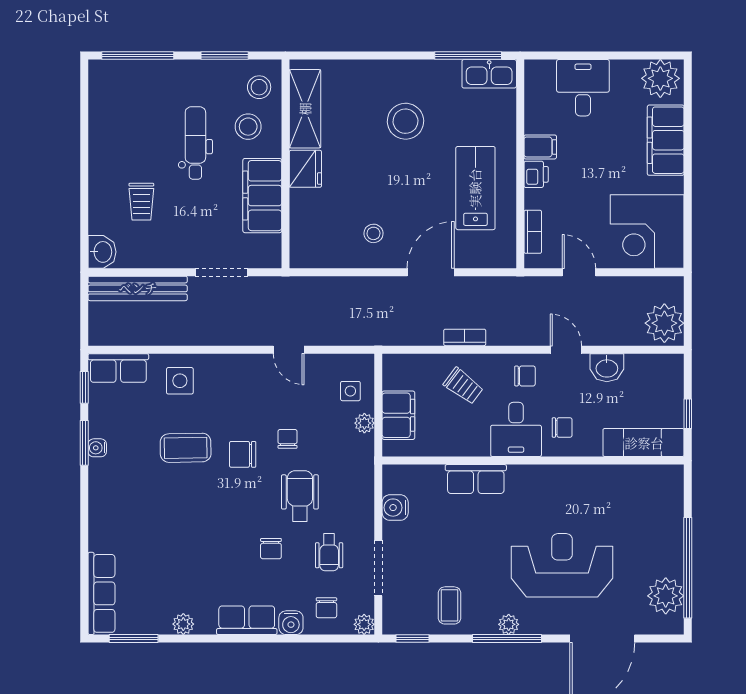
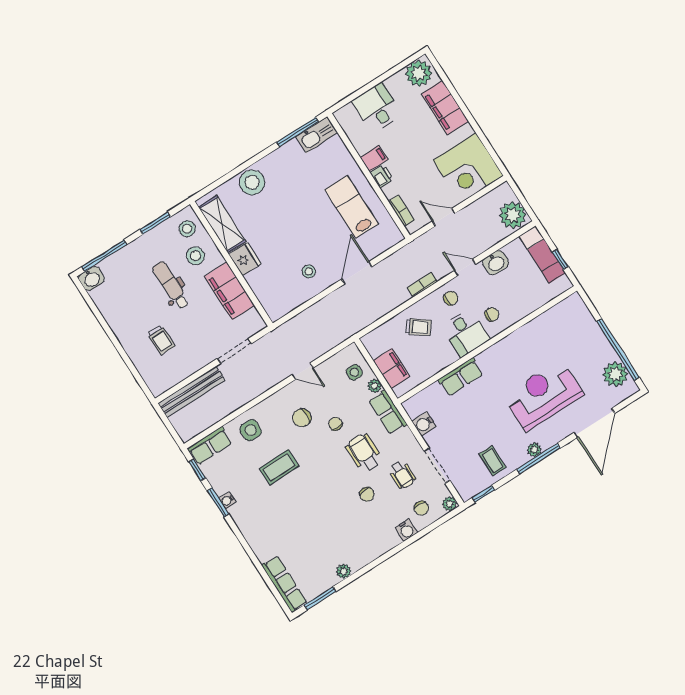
stool: (405, 121) -> (252, 182), moved
washbasin: (102, 252) -> (92, 278), moved, turned 90
bookcase: (465, 337) -> (422, 285), moved
exam couch: (644, 443) -> (542, 255), moved, turned -90
chair: (243, 454) -> (302, 418), moved
row of seats: (247, 620) -> (388, 412), moved, turned -90

